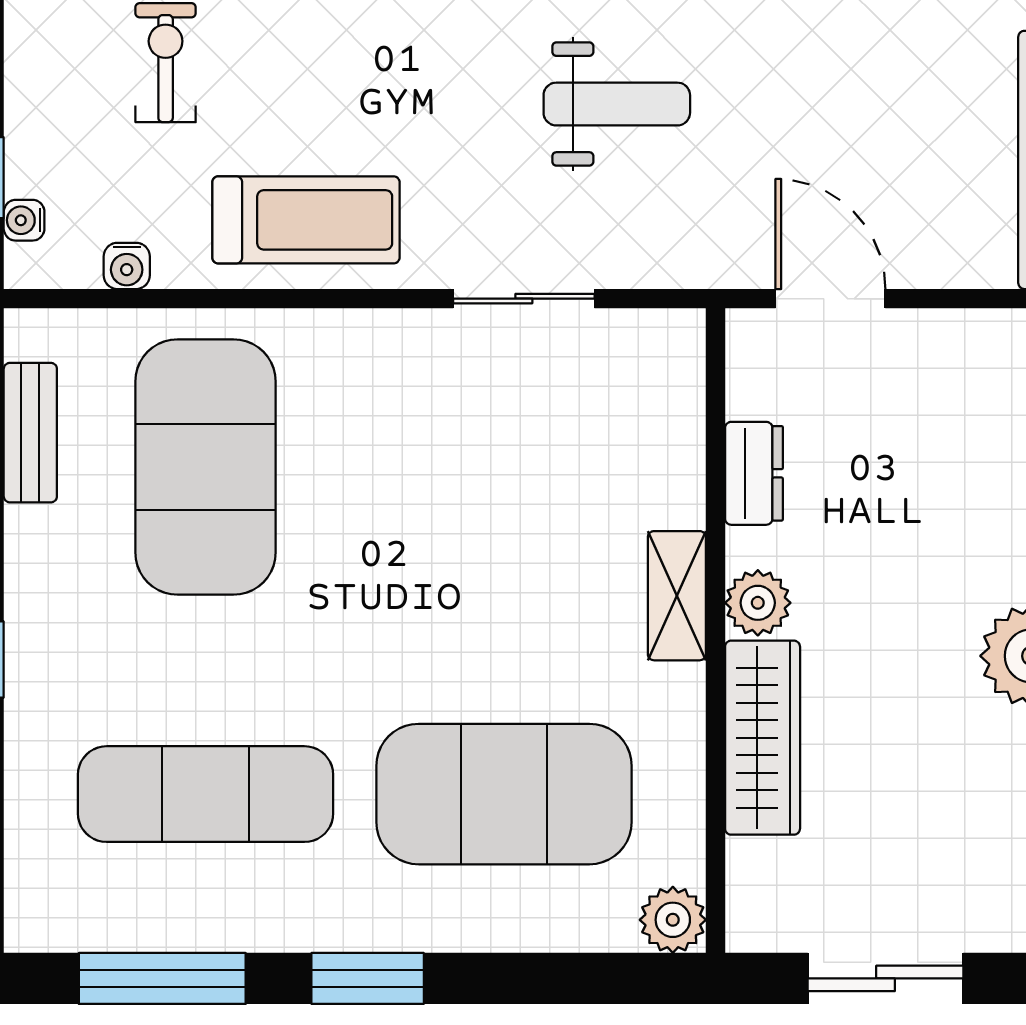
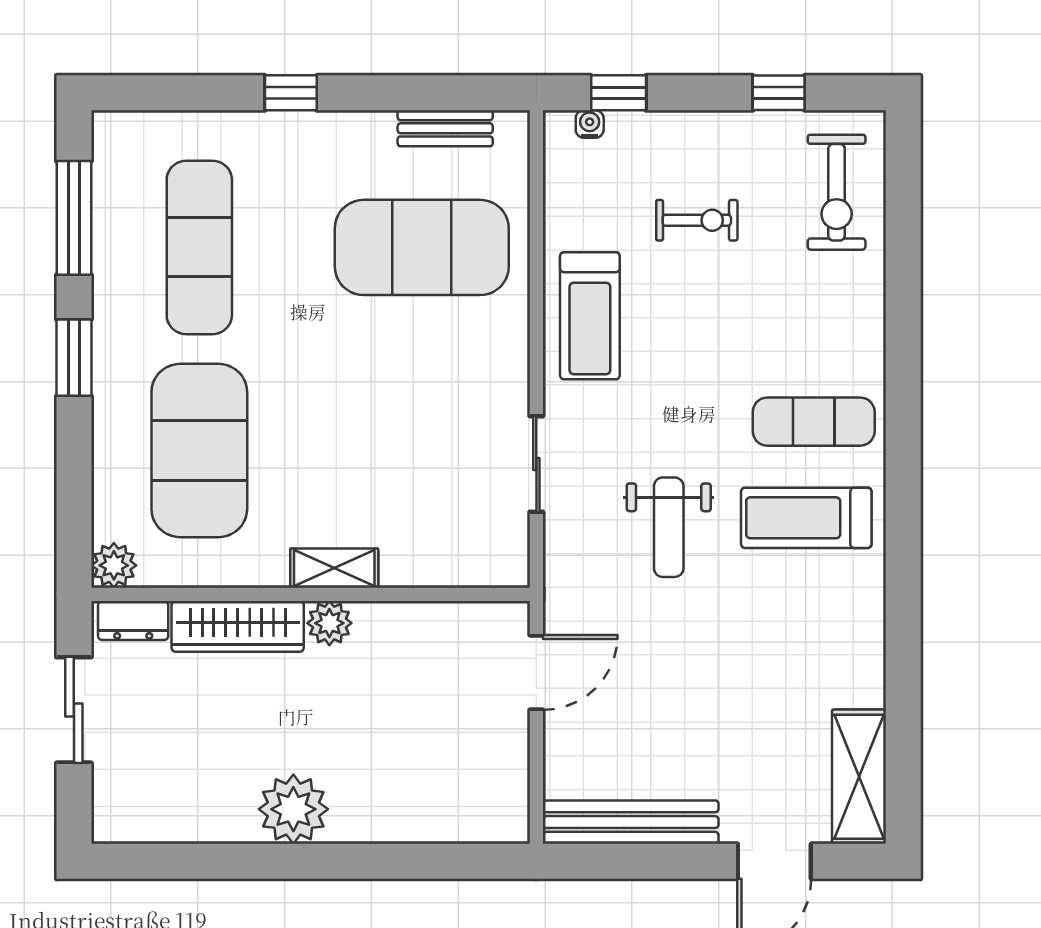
water cooler: (127, 266) -> (559, 194), removed
dresser: (754, 473) -> (133, 620), moved

